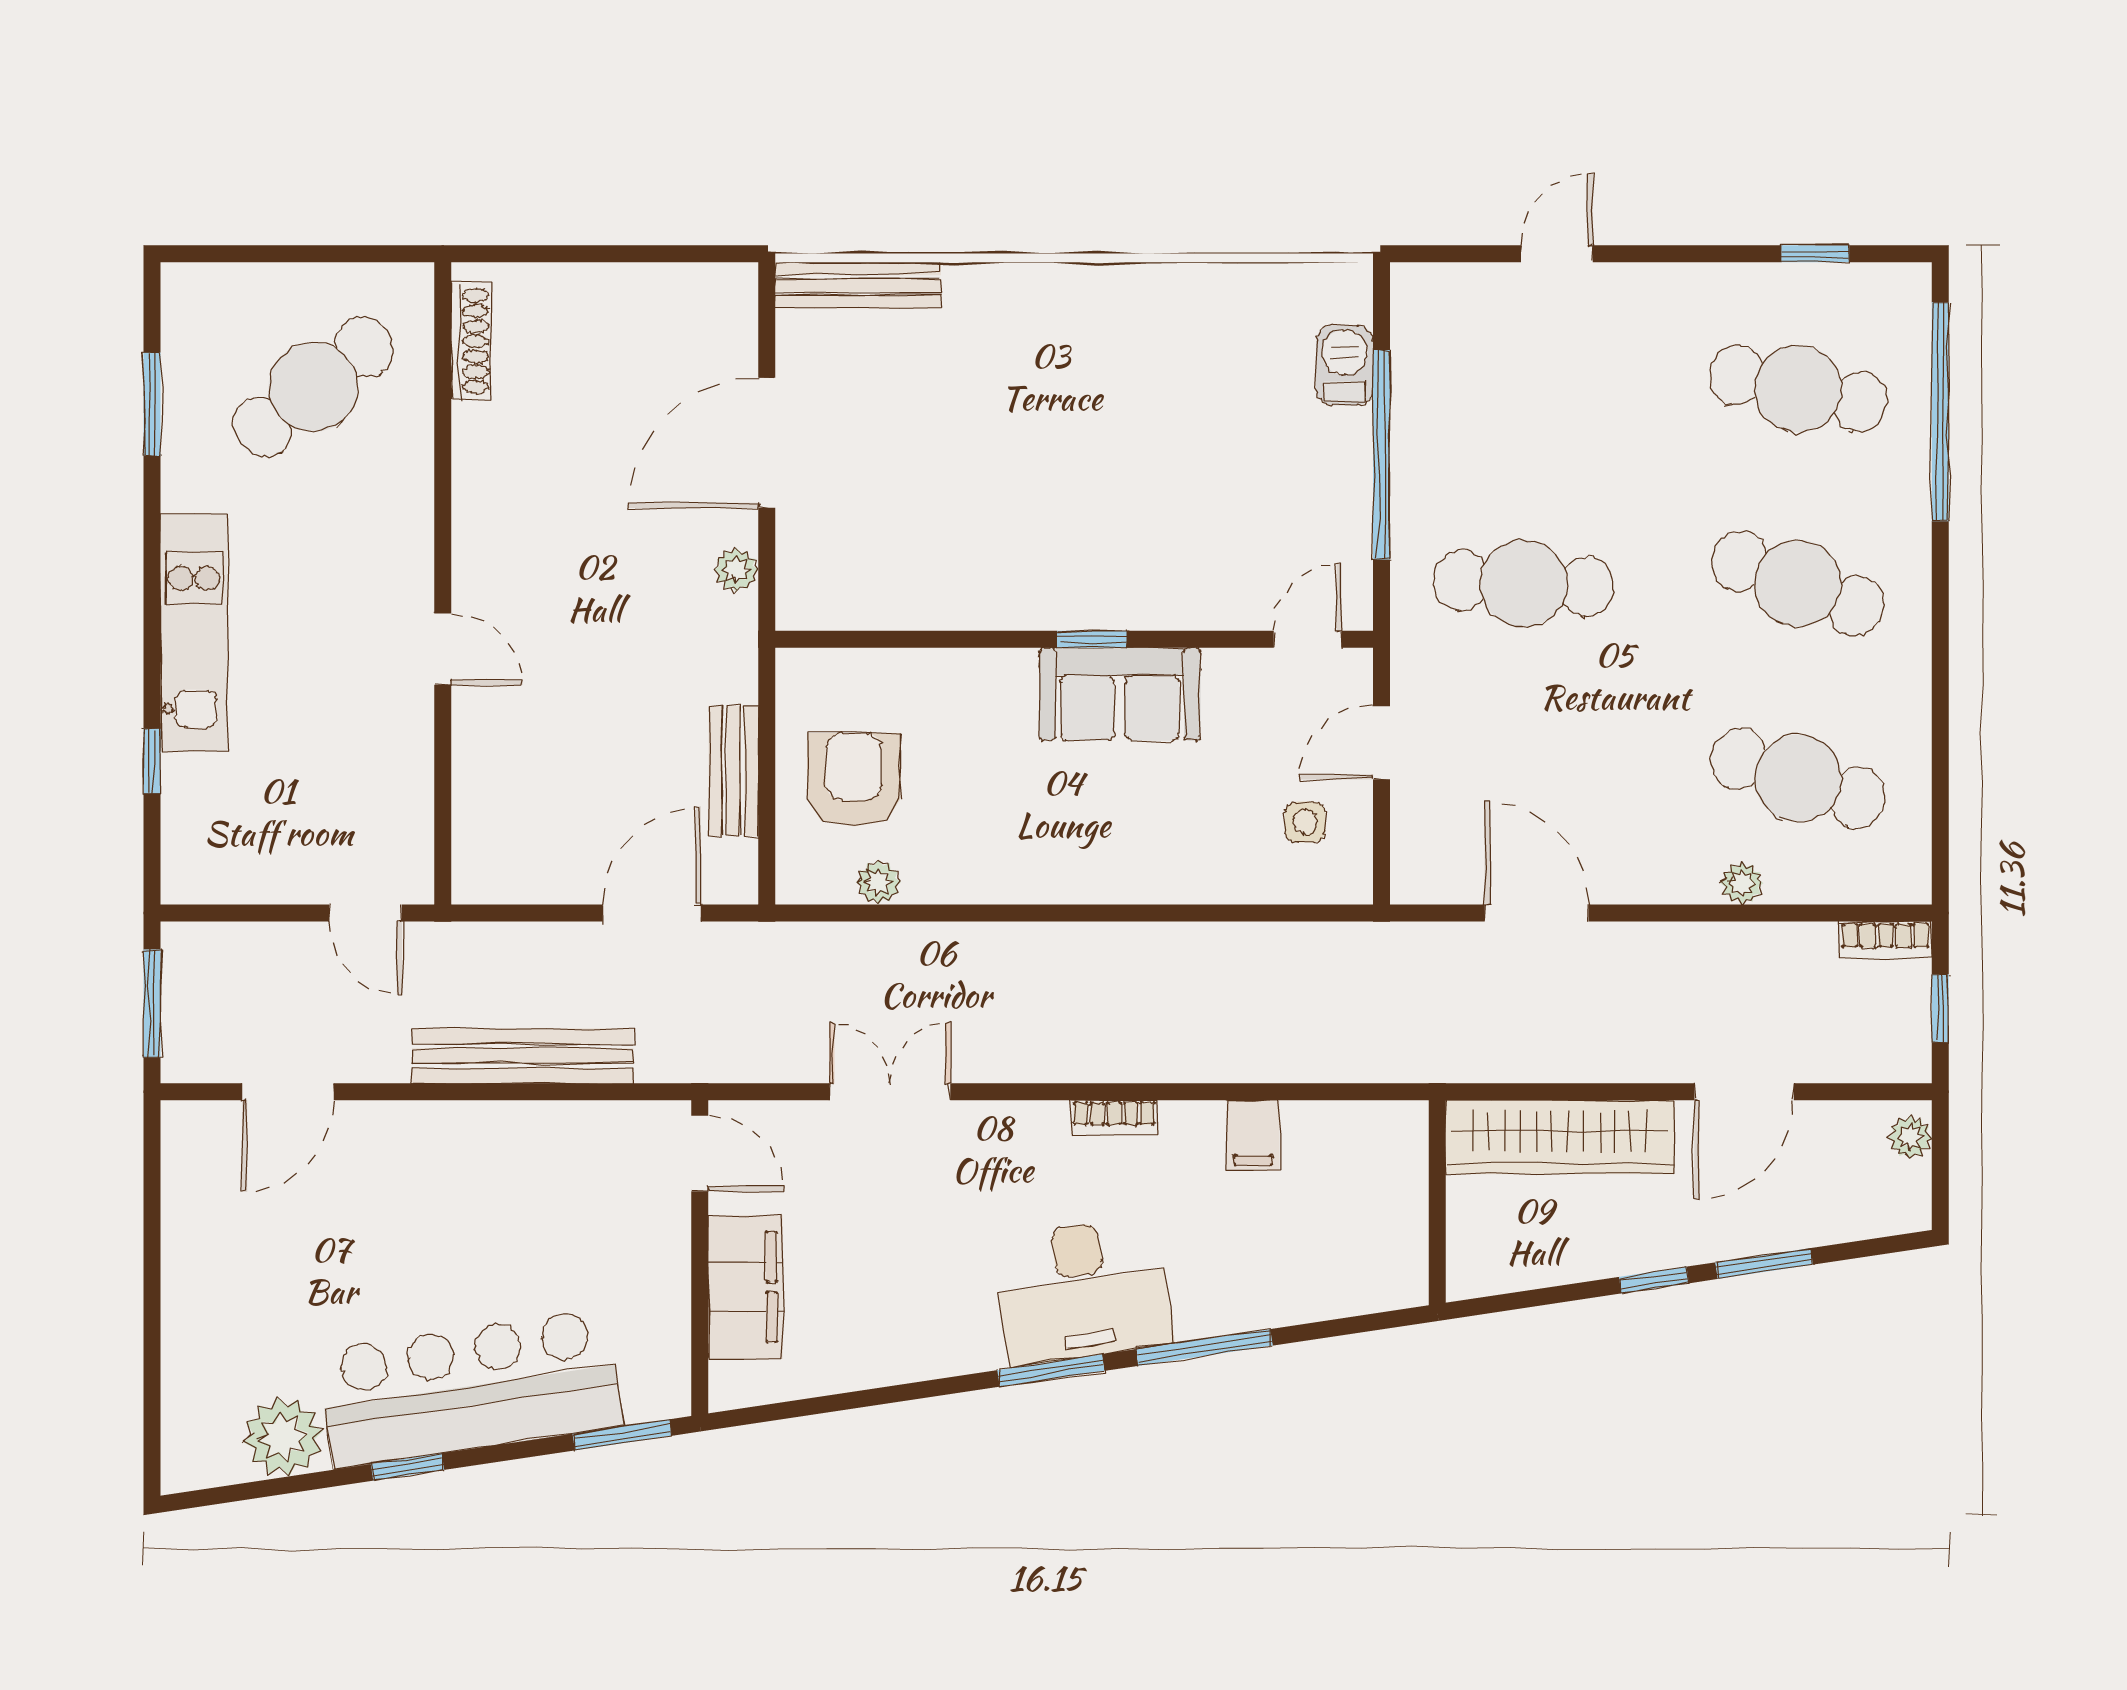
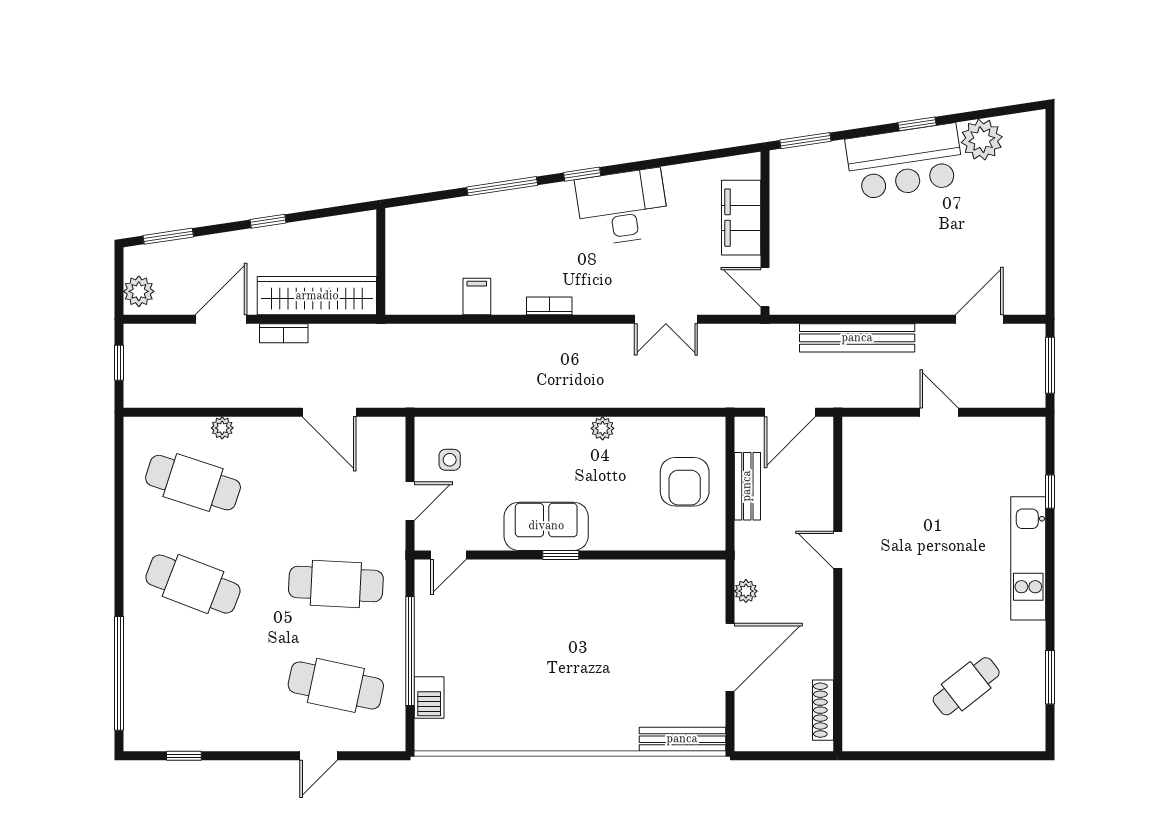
shoe rack: (471, 341) -> (823, 710), moved
cafe table: (313, 387) -> (966, 686), width x0.73, depth x0.74
cafe table: (1798, 389) -> (336, 685), moved
wall: (443, 583) -> (838, 584), moved
door: (443, 649) -> (838, 550), moved
plant: (878, 882) -> (603, 428), moved
bookcase: (1886, 940) -> (284, 333), moved, turned 180
plant: (1910, 1137) -> (139, 291), width x1.38, depth x1.38
window: (1764, 1263) -> (168, 236), moved
desk: (1083, 1291) -> (622, 207), moved
window: (1051, 1371) -> (582, 174), width x0.67
bar counter: (470, 1389) -> (905, 162), width x0.73

